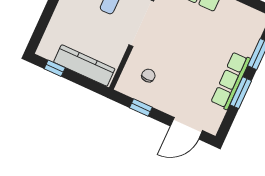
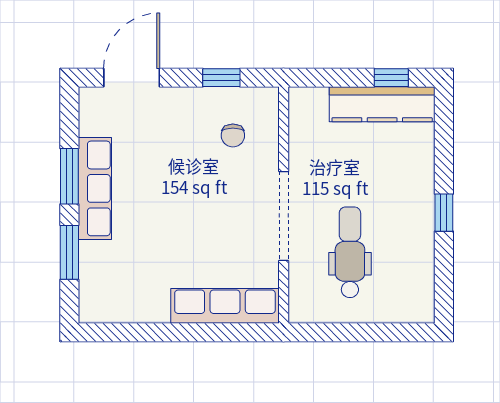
kitchen counter: (84, 65) -> (382, 104), moved

